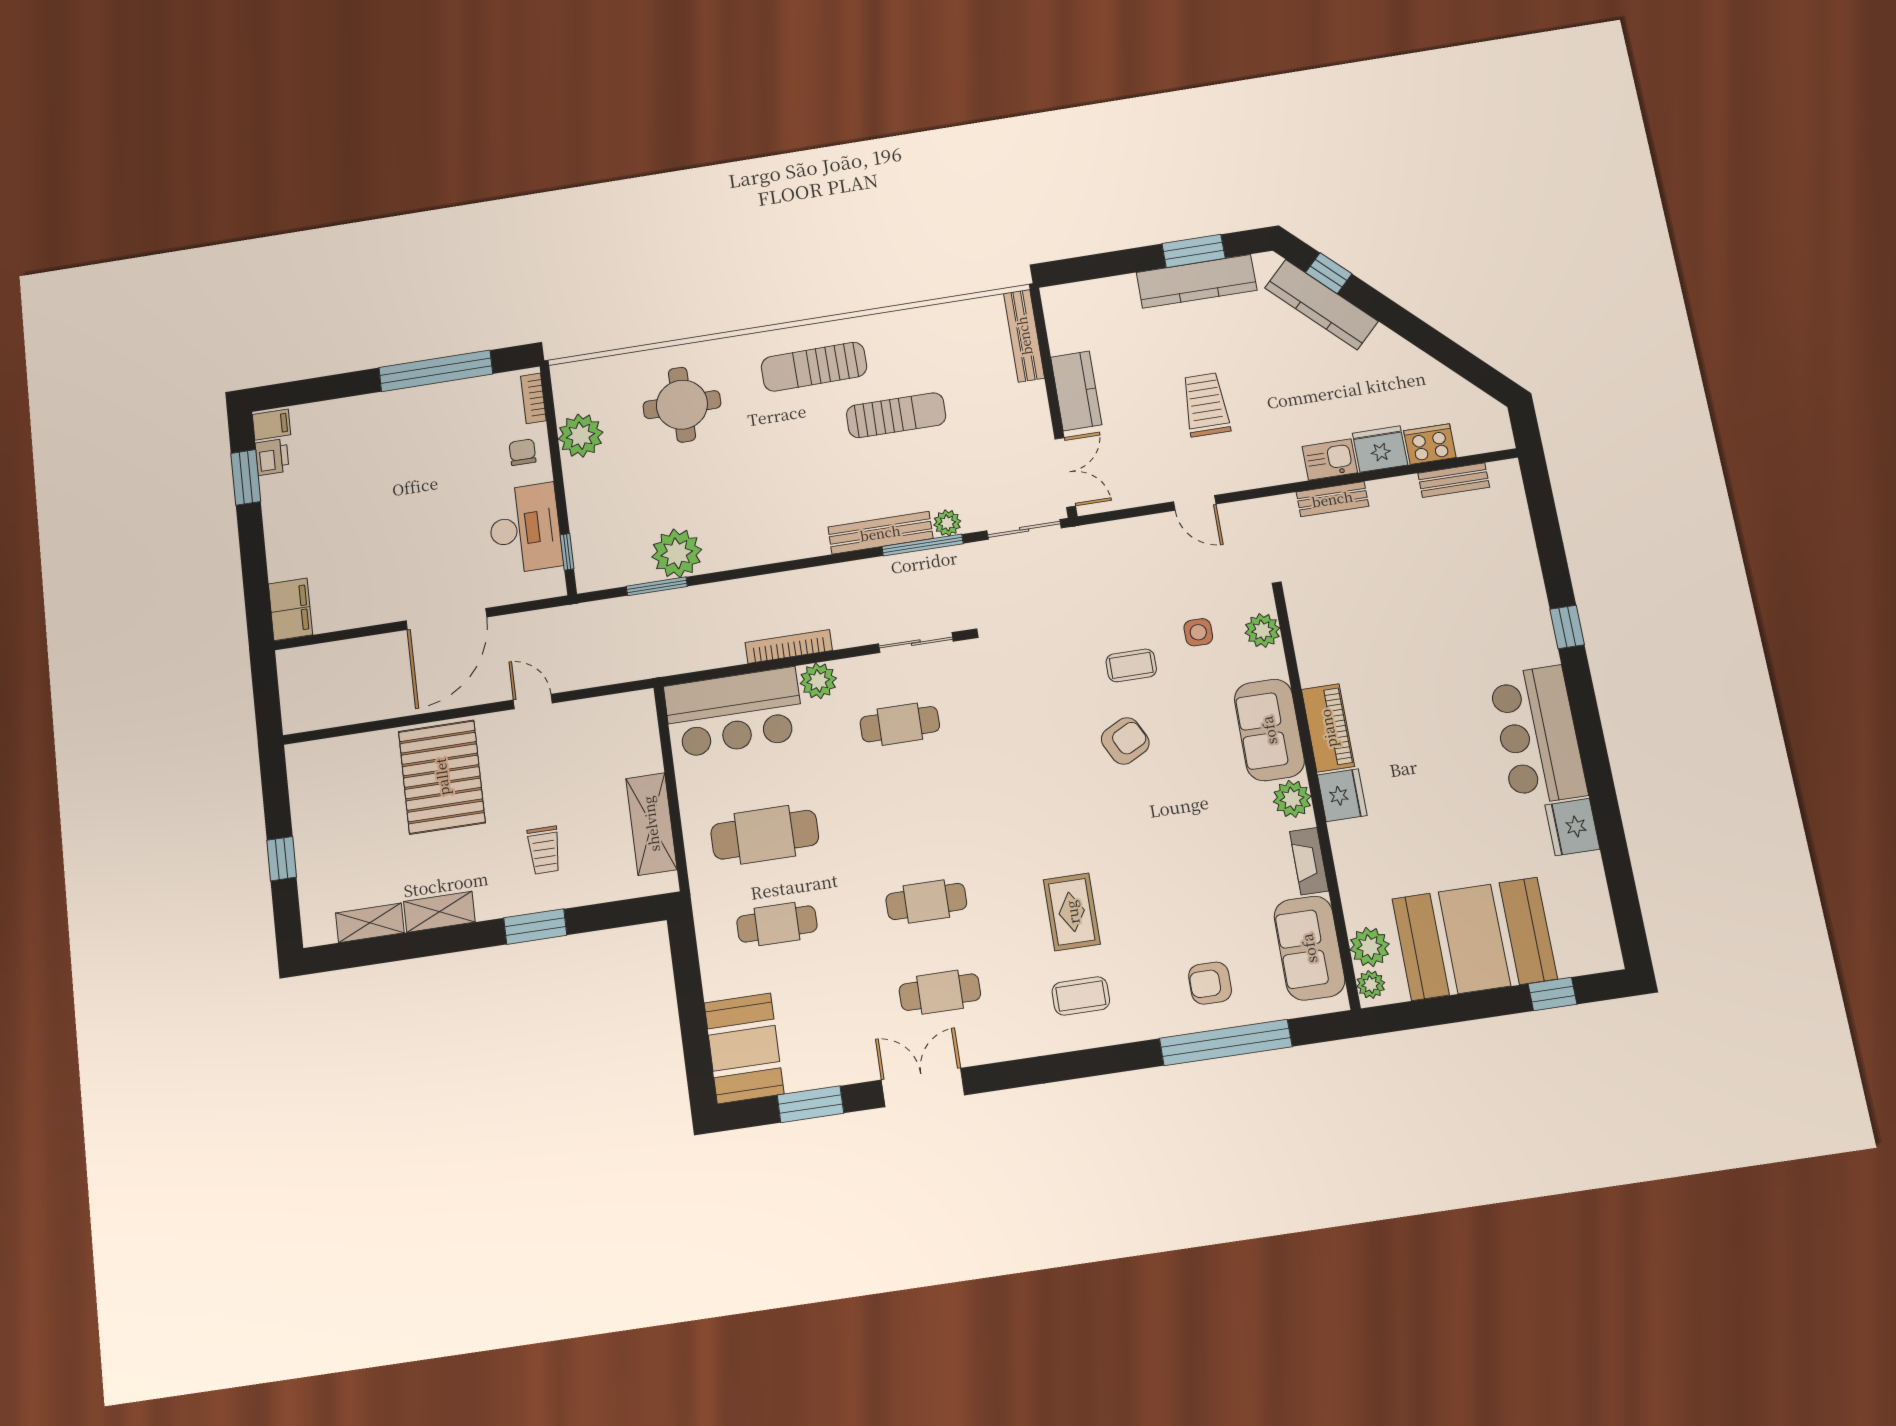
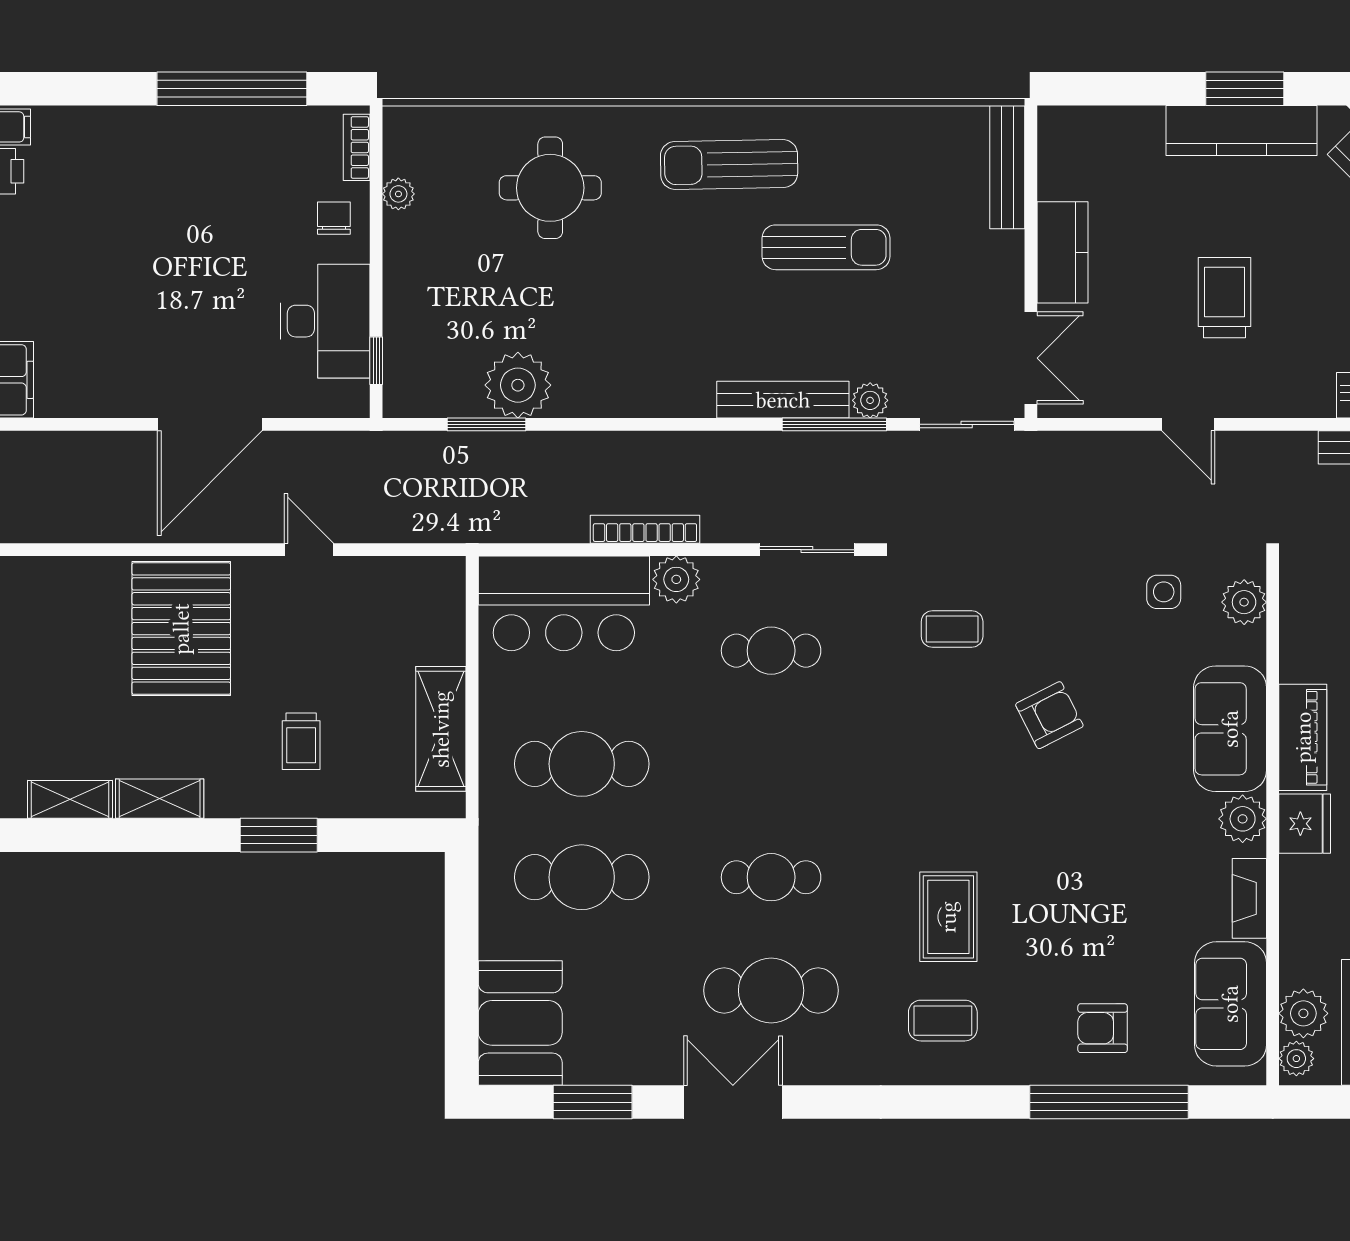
plant: (581, 436) -> (398, 194), width x0.53, depth x0.53
coffee table: (1131, 665) -> (952, 629), moved
cafe table: (777, 924) -> (582, 877), width x1.37, depth x1.35
cafe table: (940, 992) -> (771, 990), width x1.37, depth x1.35

